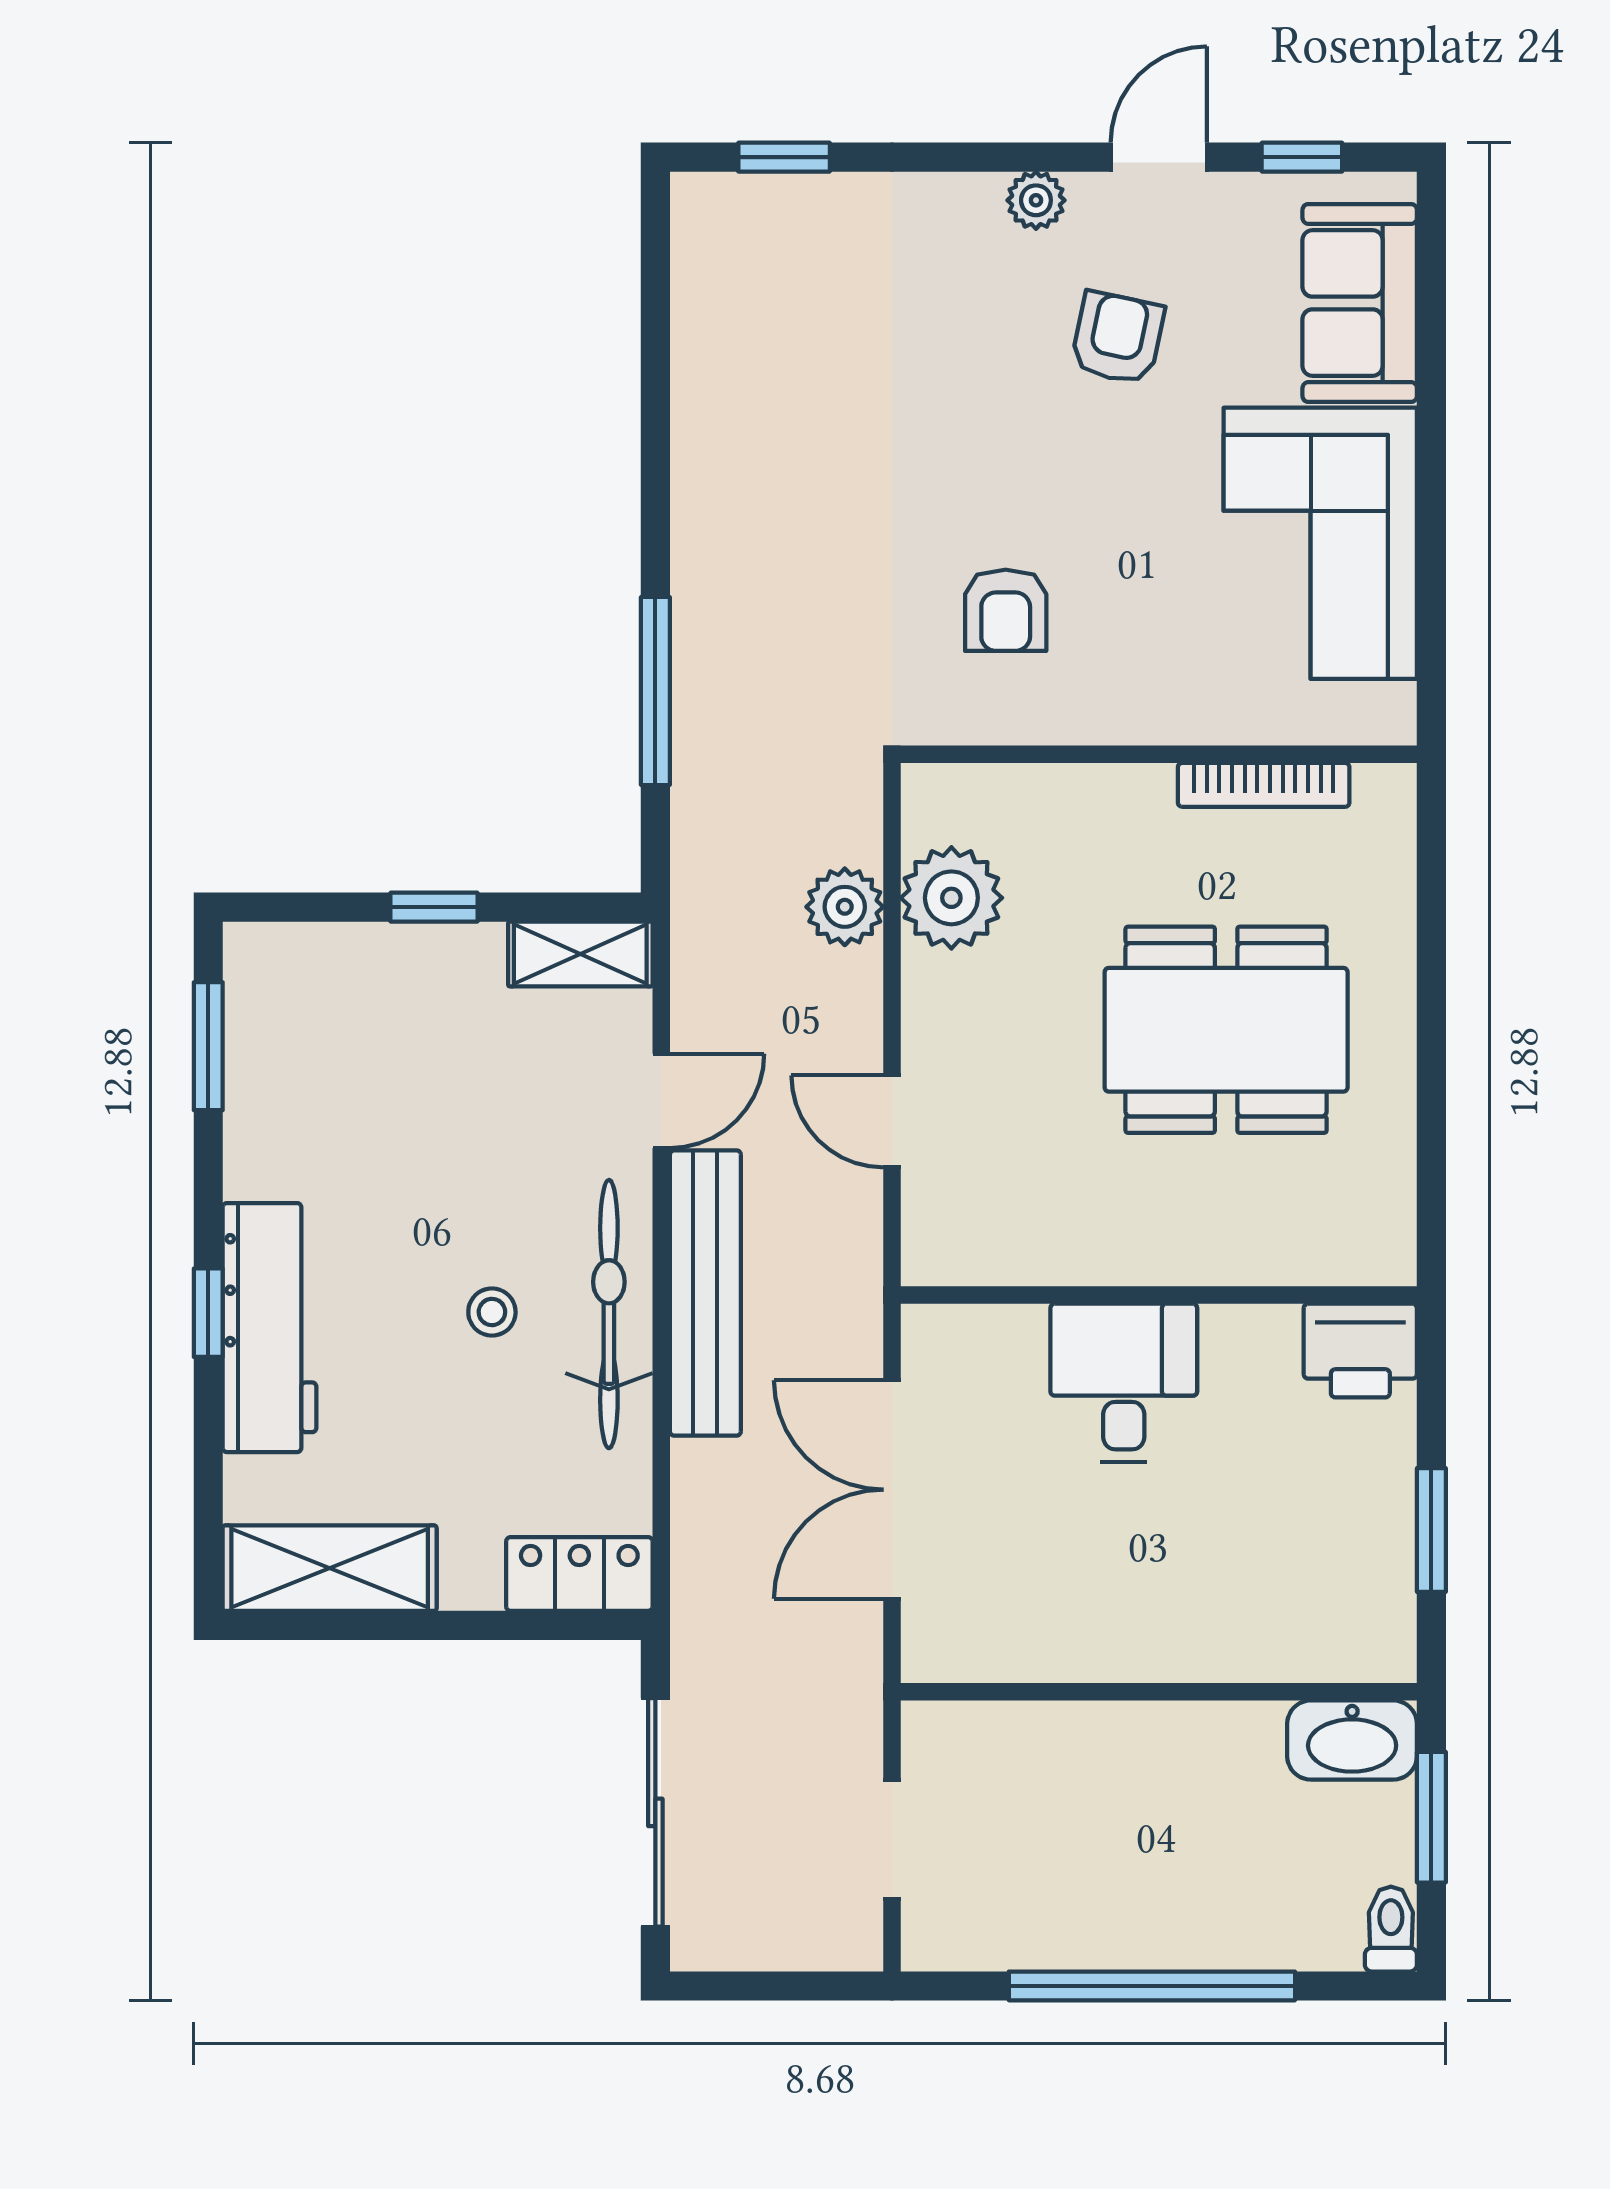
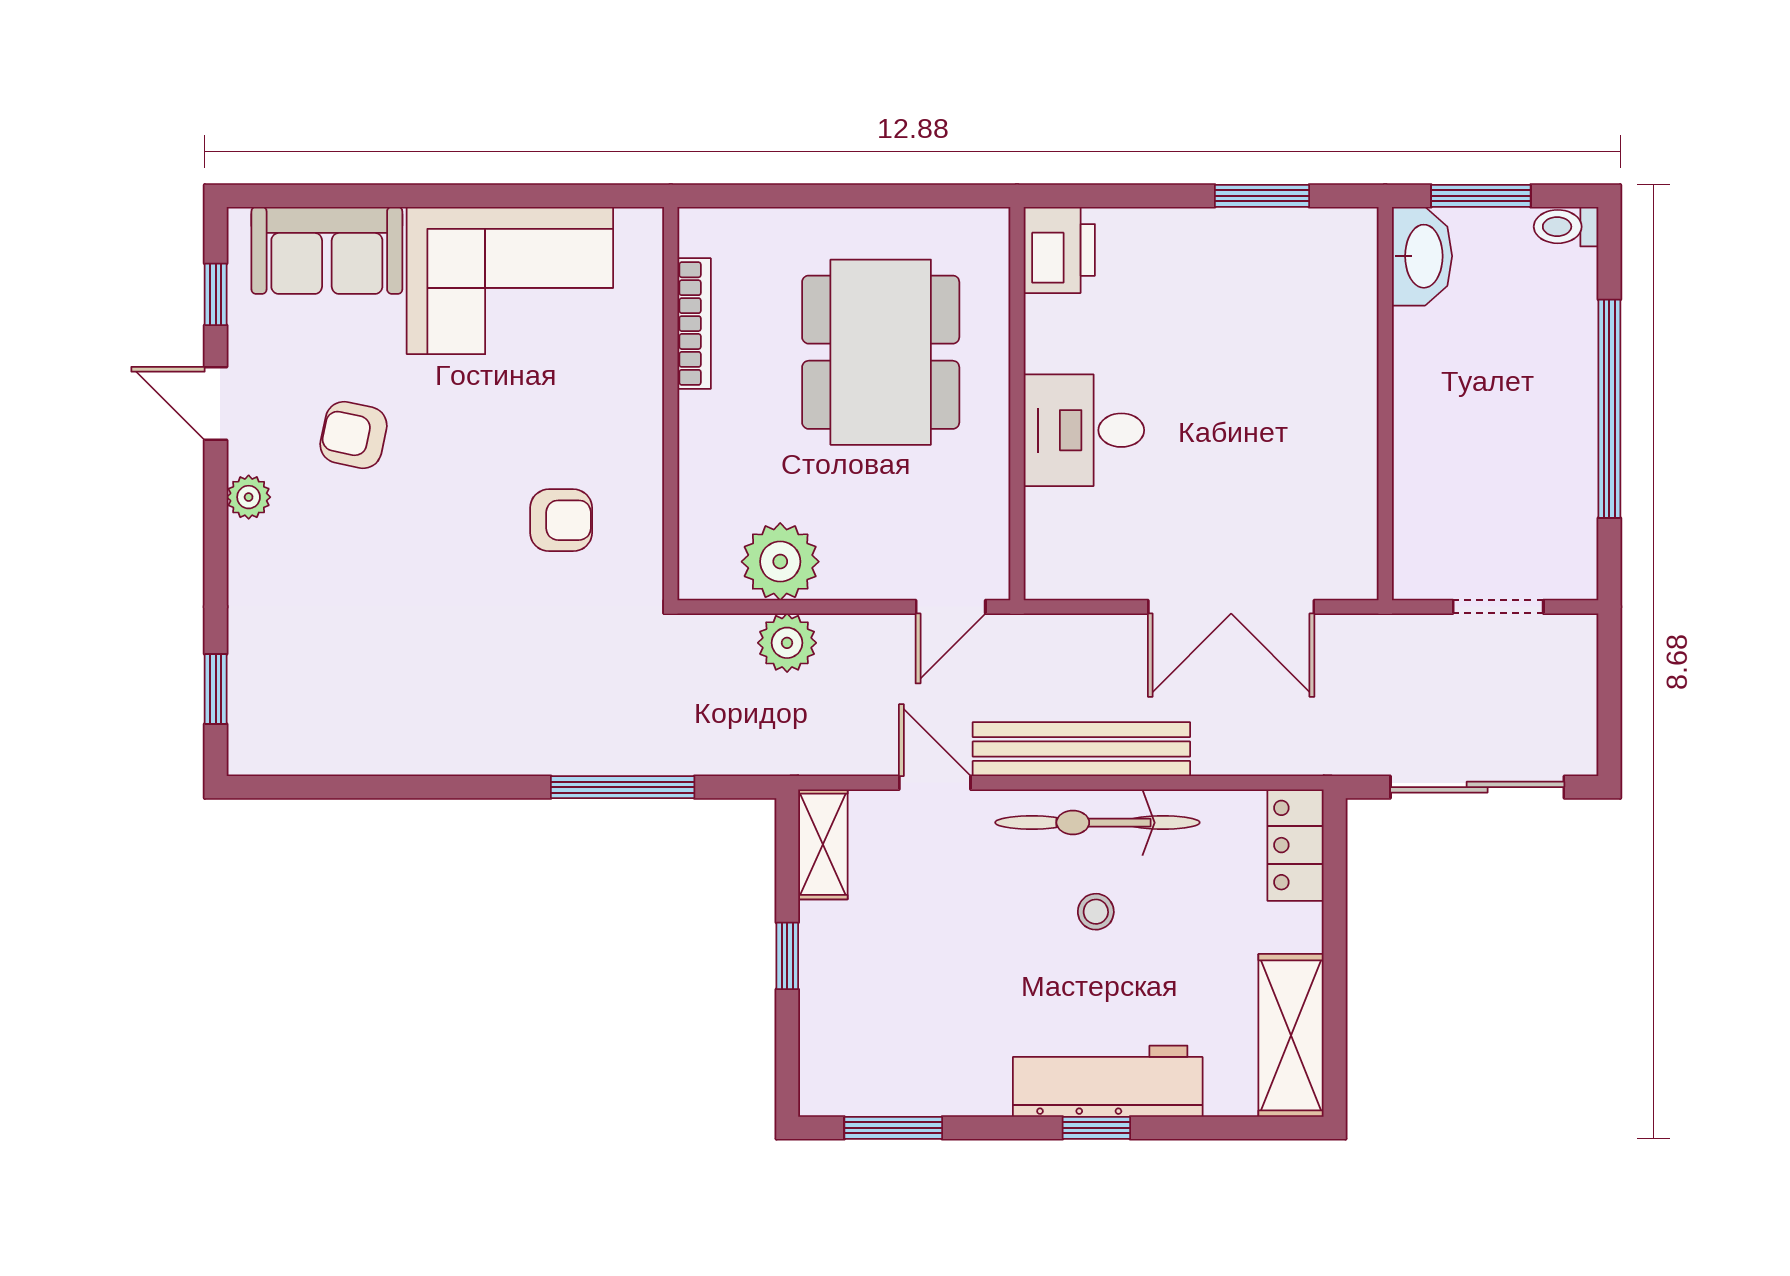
wall: (1159, 1295) -> (1017, 404), moved
printer: (1360, 1351) -> (1059, 250), moved
desk: (1124, 1383) -> (1084, 430), moved

